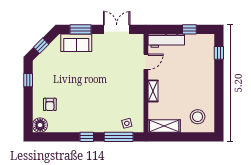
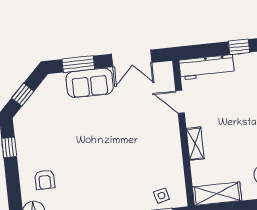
double door: (117, 29) -> (132, 58), swing flipped
sofa: (76, 43) -> (90, 83), moved
door: (146, 62) -> (180, 102), swing flipped

